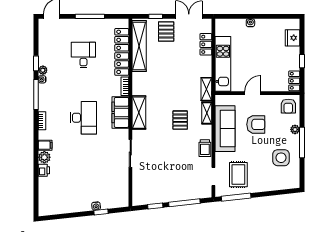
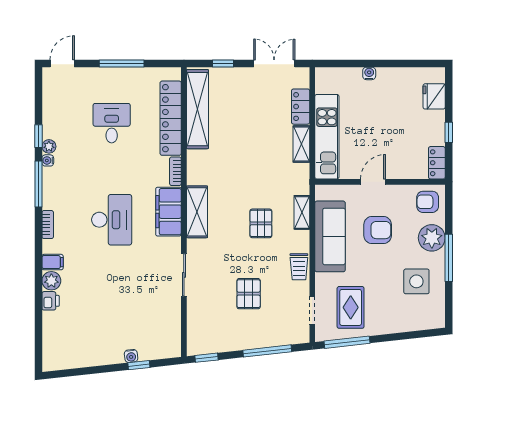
pallet: (166, 32) -> (249, 294), moved
shelving: (206, 89) -> (301, 144), moved
armchair: (288, 106) -> (428, 202), turned 90
plant: (295, 129) -> (432, 238), width x1.88, depth x1.88
window: (155, 206) -> (206, 358), moved

